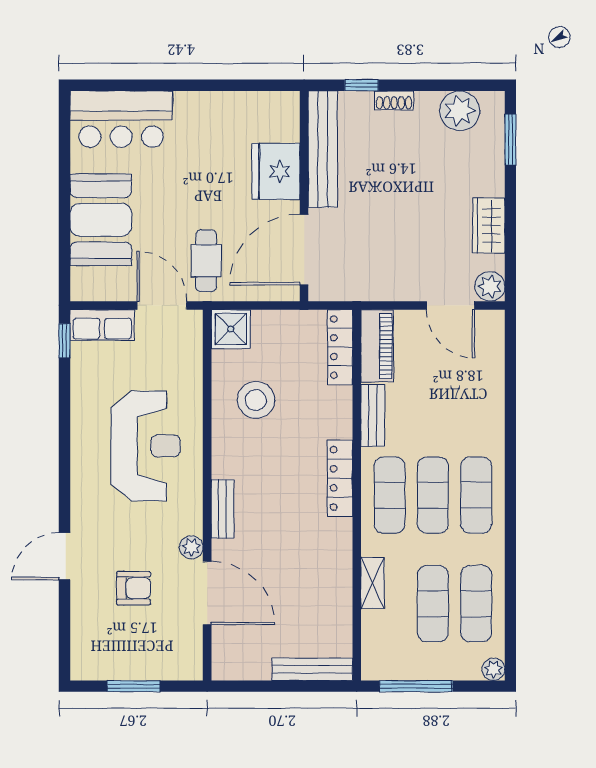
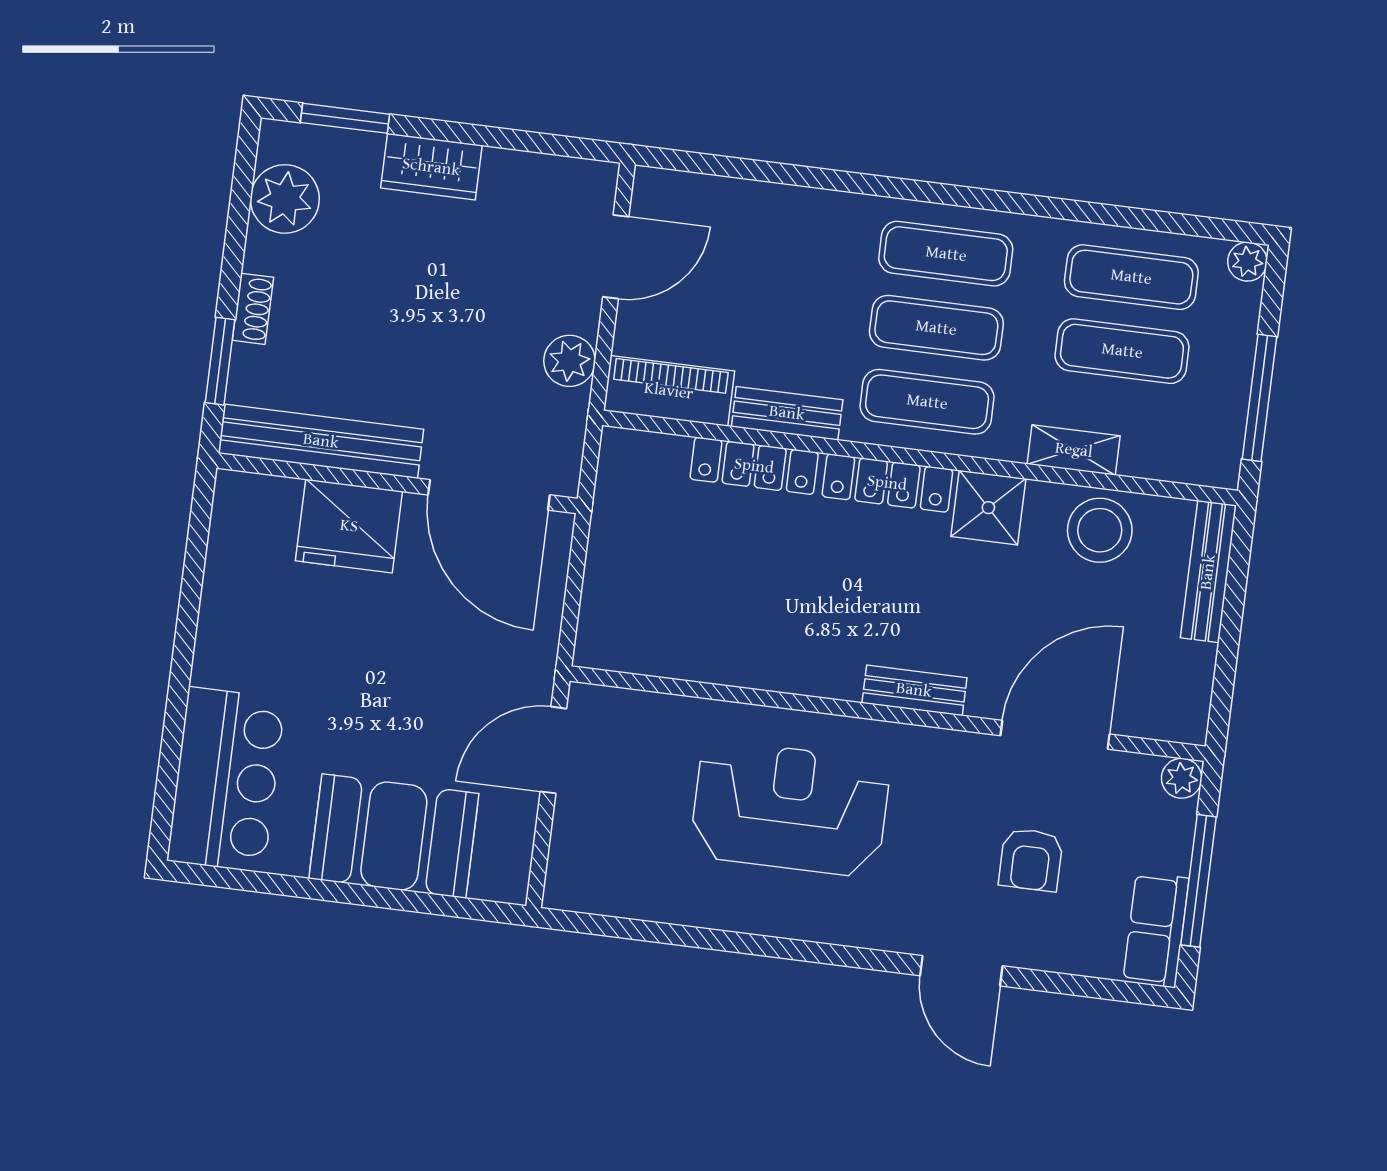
window: (362, 85) -> (220, 361), width x1.50
wardrobe: (489, 225) -> (431, 167), moved
cafe table: (206, 261) -> (487, 665), removed
plant: (490, 286) -> (570, 361), moved
row of seats: (102, 325) -> (1156, 930), moved, turned 180
shower: (231, 329) -> (988, 508), moved
window: (65, 341) -> (593, 924), removed
locker: (340, 347) -> (754, 466), moved
stool: (256, 400) -> (1100, 530), moved
plant: (191, 547) -> (1182, 778), moved
armchair: (134, 588) -> (1031, 860), turned 180
window: (134, 686) -> (1199, 881), width x1.44

